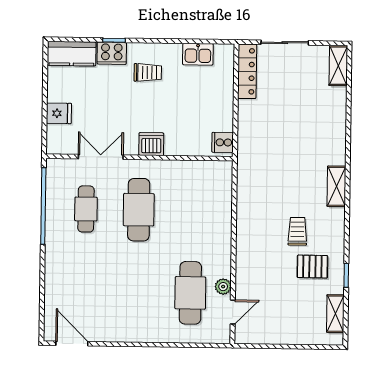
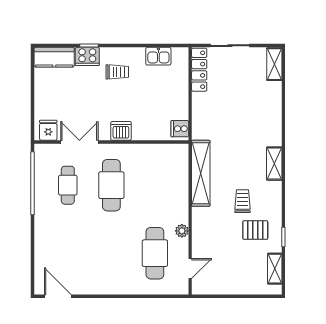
fridge: (59, 113) -> (48, 130), moved, turned -90
shelving: (247, 197) -> (201, 173), added
plant: (223, 287) -> (182, 231), moved

